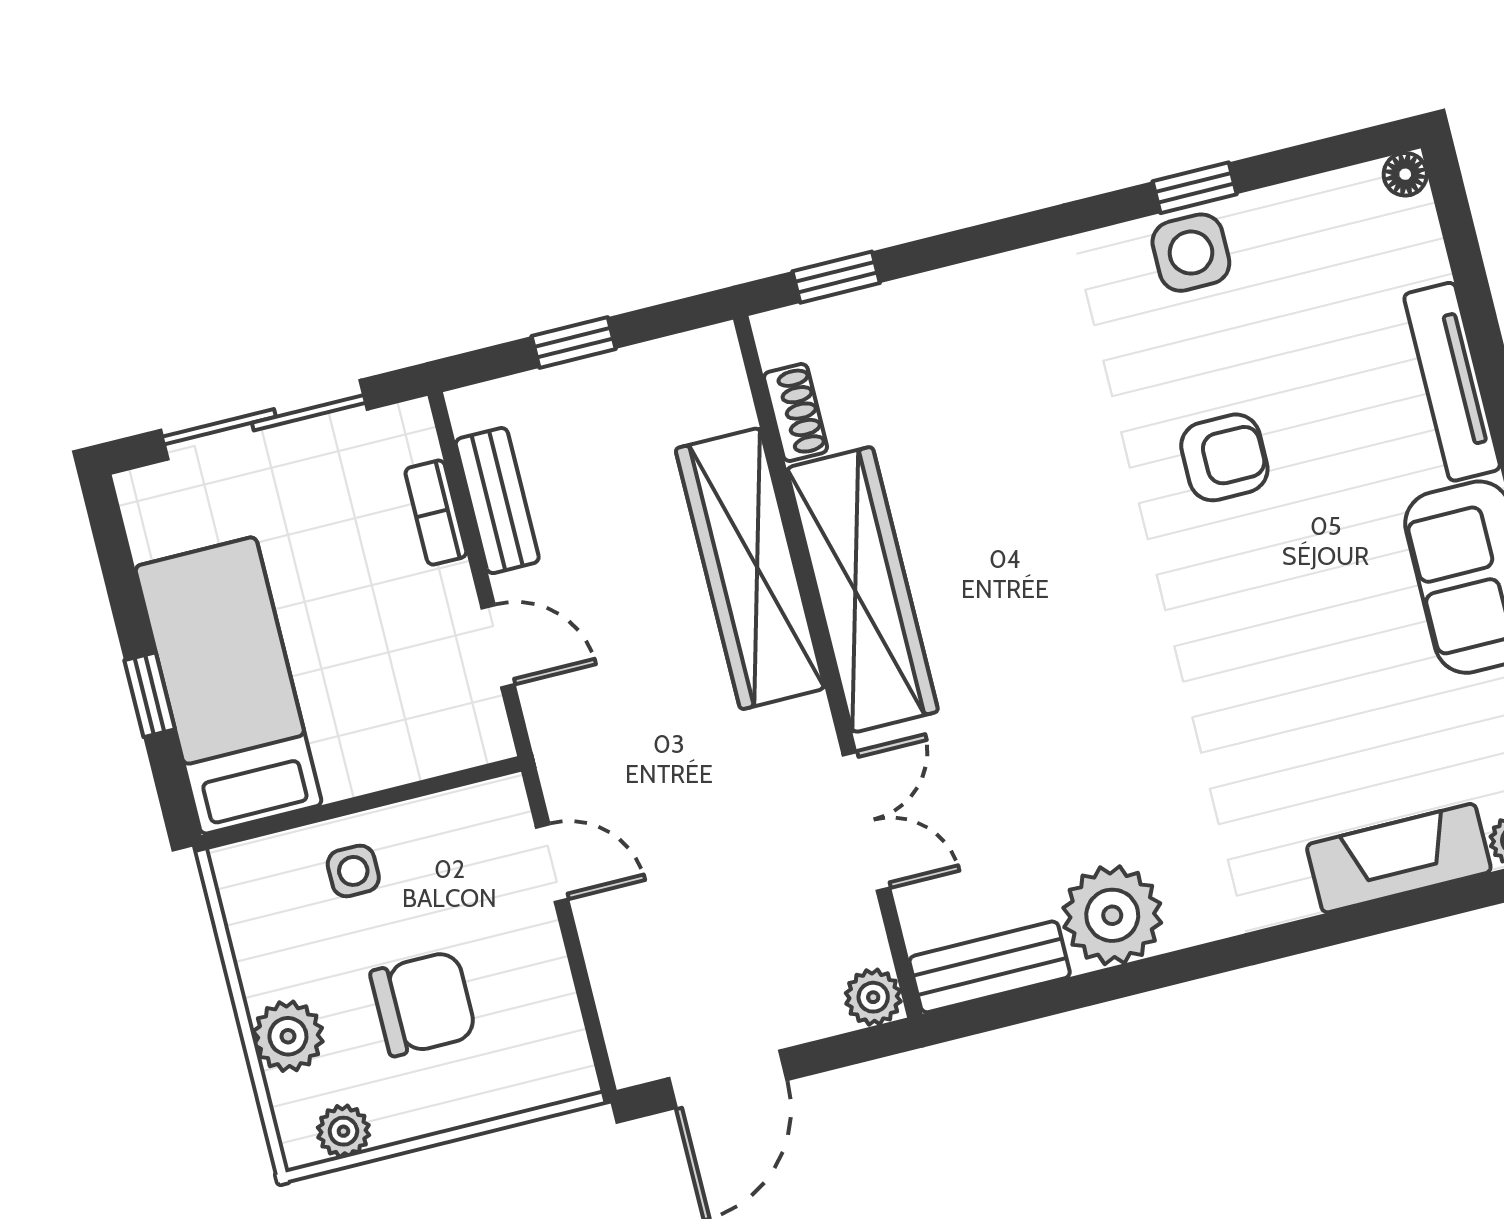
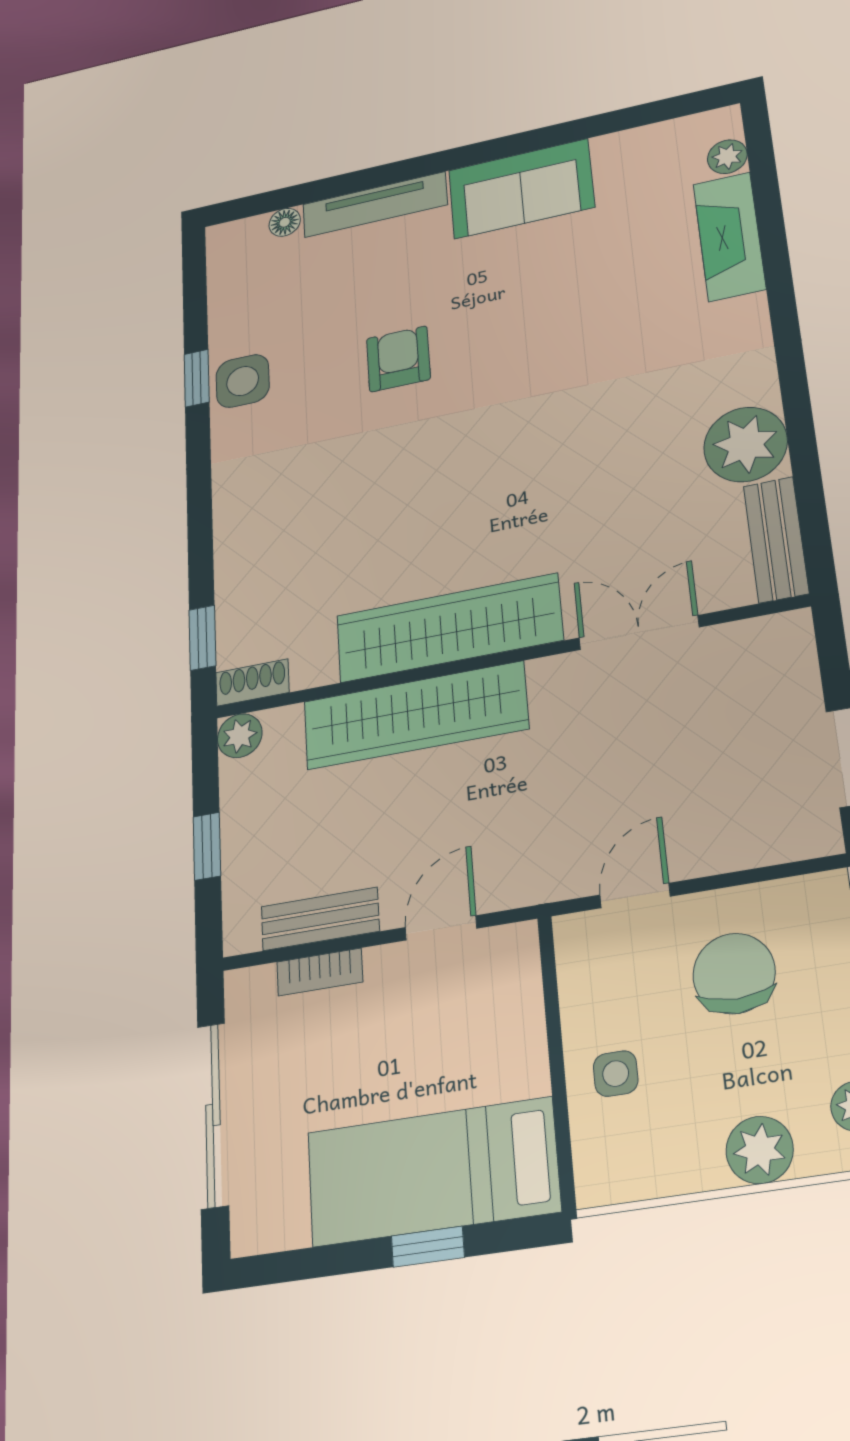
floor lamp: (1405, 174) -> (285, 222), moved
shoe rack: (796, 412) -> (252, 682), moved
plant: (873, 997) -> (240, 736), moved
chair: (423, 1004) -> (734, 973), moved

